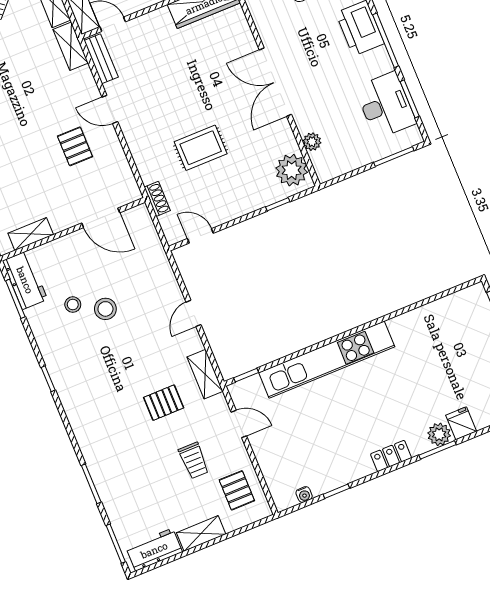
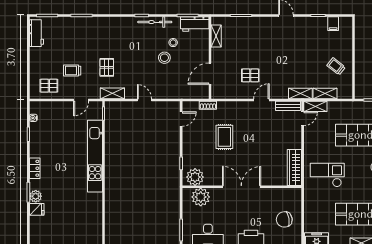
plant: (312, 142) -> (201, 197), width x1.87, depth x1.87
bicycle: (50, 351) -> (155, 22), added
shelving: (201, 533) -> (35, 59), removed

